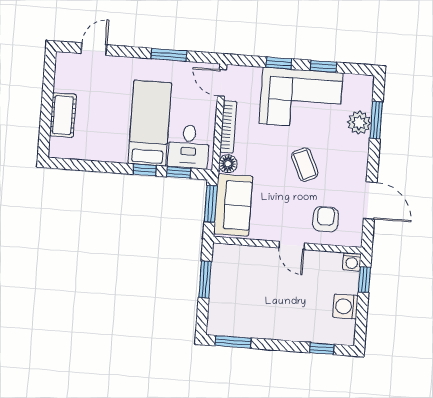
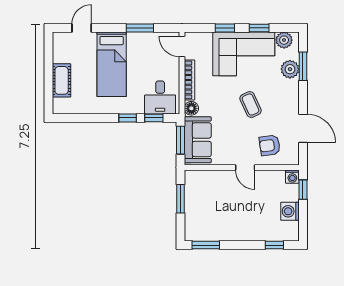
plant: (354, 84) -> (284, 40), added
bed: (150, 123) -> (112, 64), moved, turned 180
armchair: (326, 219) -> (270, 145), turned -98

